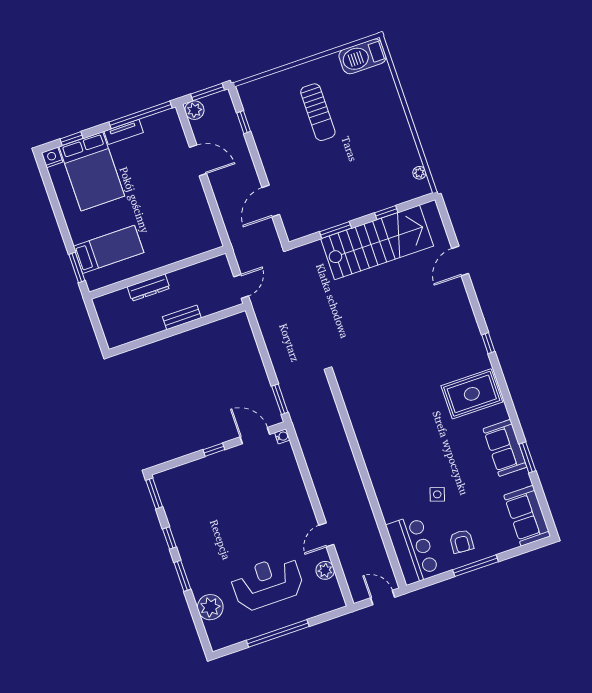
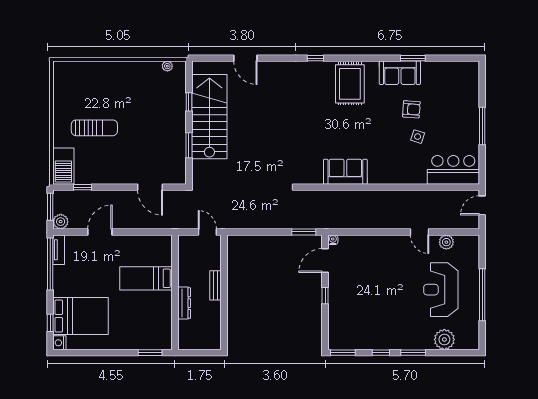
barbecue: (363, 56) -> (63, 166), moved
tv unit: (124, 132) -> (59, 250), moved
bed: (108, 249) -> (146, 278), moved, turned -90
sofa: (527, 516) -> (345, 172), moved, turned 180
armchair: (462, 541) -> (411, 109), moved

